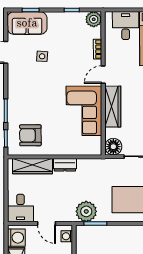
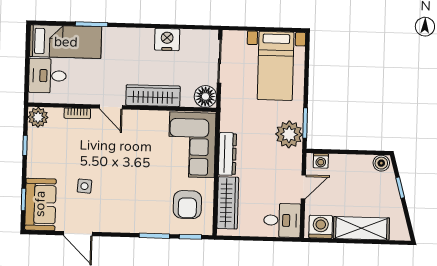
corner sofa: (84, 111) -> (192, 145), moved, turned 90
dresser: (65, 165) -> (227, 154), width x1.44

